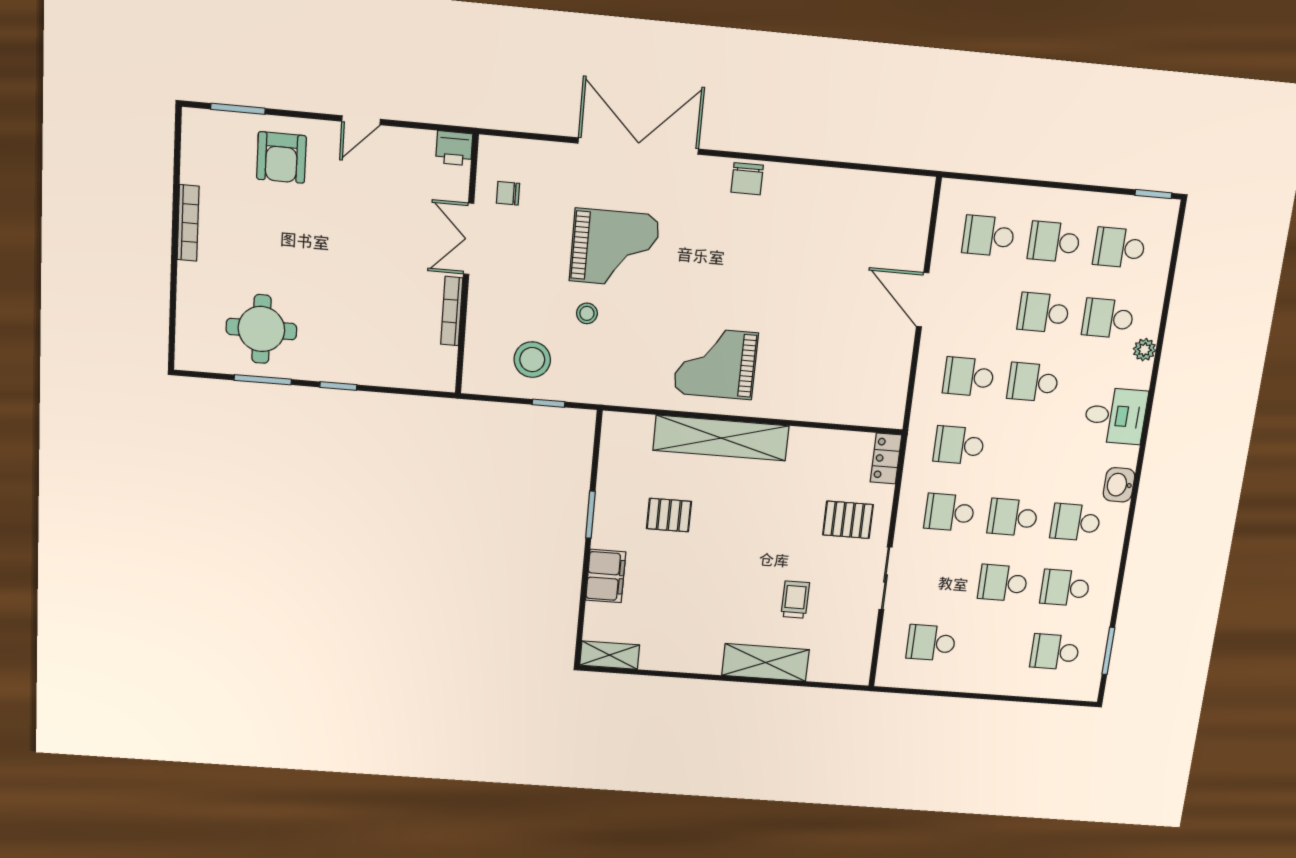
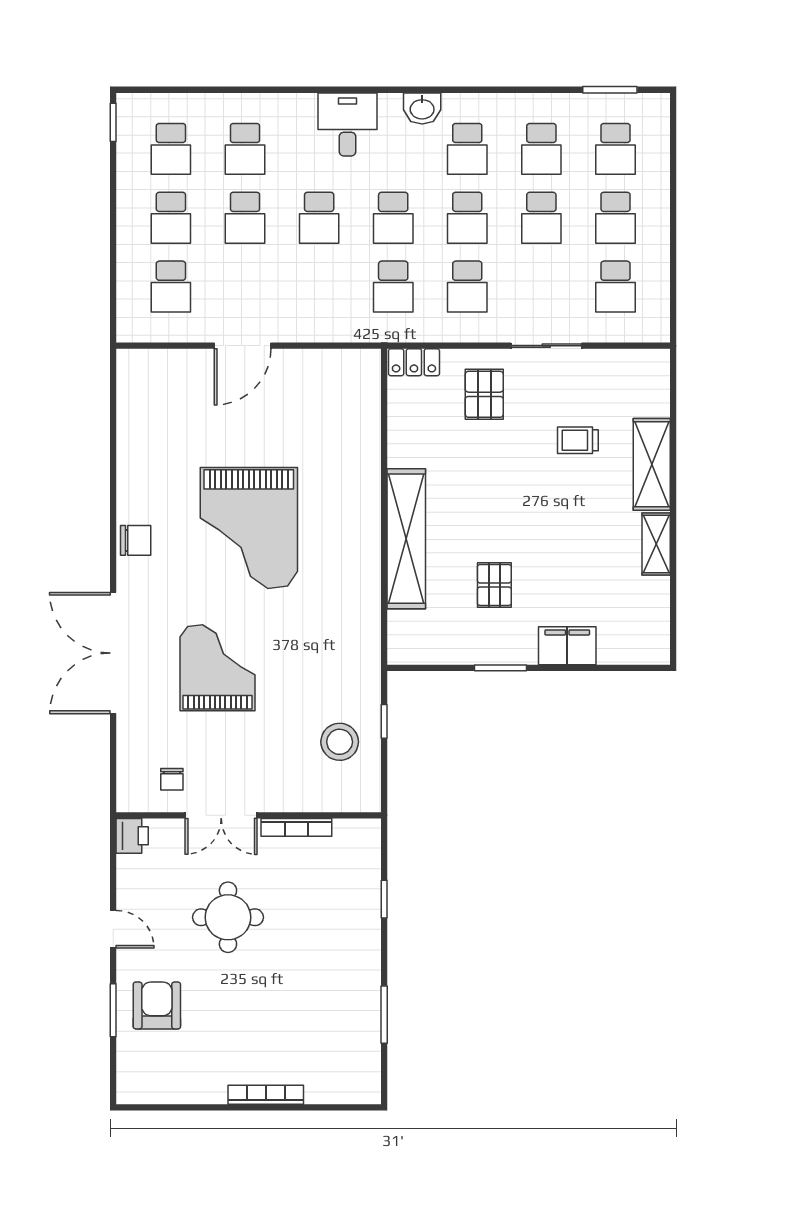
window: (238, 109) -> (113, 1010), moved
armchair: (281, 157) -> (157, 1005), turned -90
bookcase: (188, 223) -> (266, 1095), moved
stool: (587, 313) -> (287, 690), removed
round table: (261, 329) -> (228, 917), moved
plant: (1144, 350) -> (274, 105), removed
grand piano: (716, 363) -> (249, 528), moved, width x1.37, depth x1.48
school desk: (969, 377) -> (393, 218), moved
window: (338, 386) -> (384, 899), moved
school desk: (993, 647) -> (615, 218), added
shelving: (610, 655) -> (656, 544), moved

